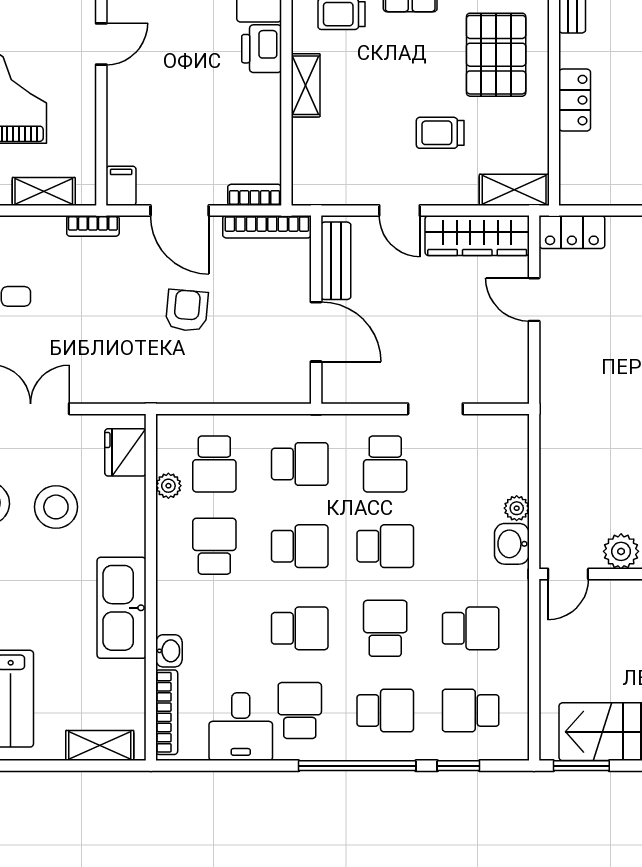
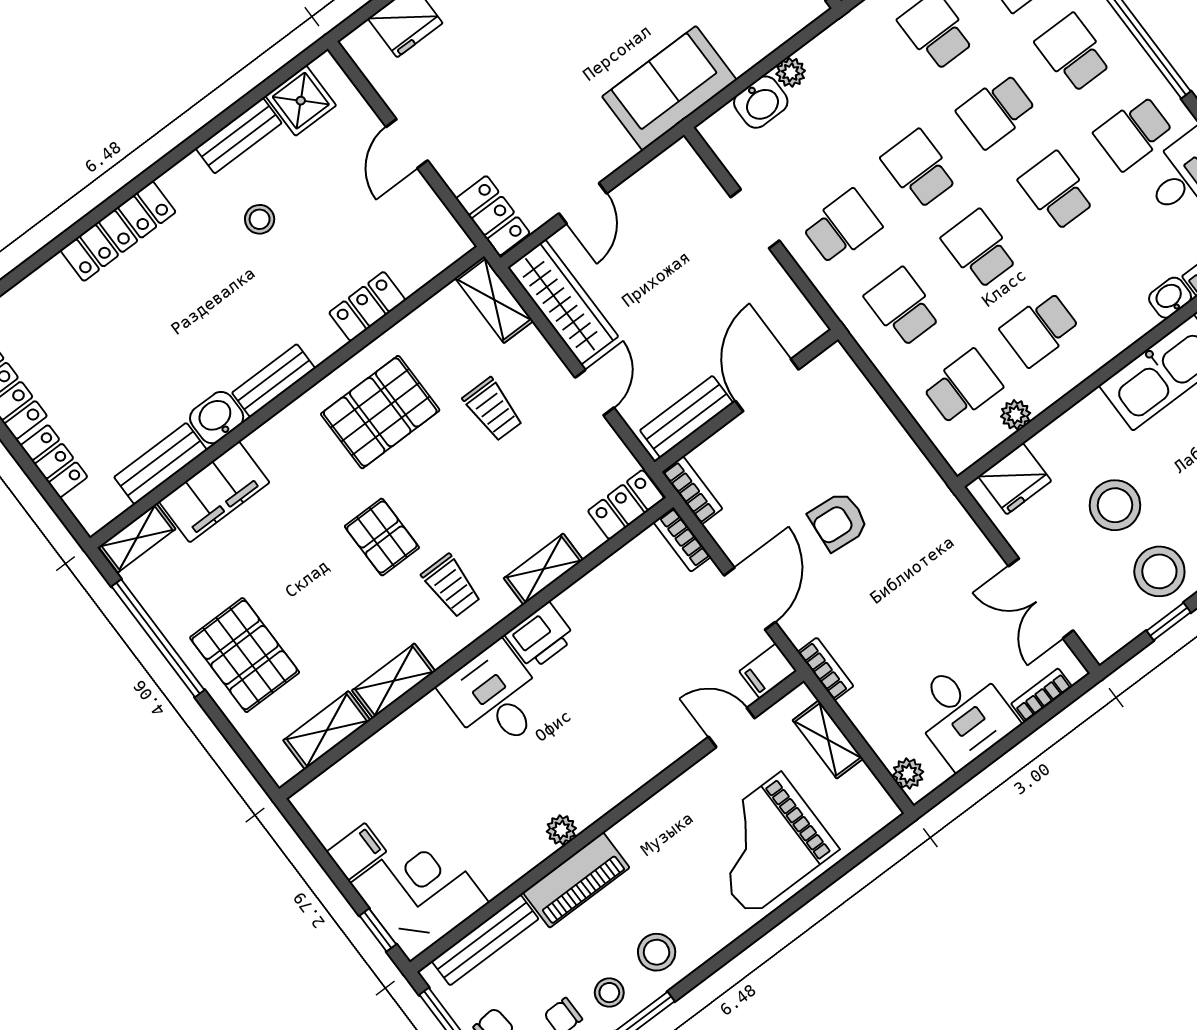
door: (101, 44) -> (732, 728), moved
locker: (307, 175) -> (626, 505), added
bookcase: (267, 227) -> (692, 490), width x0.64
sofa: (568, 418) -> (669, 88), added
washbasin: (512, 544) -> (761, 102), moved

